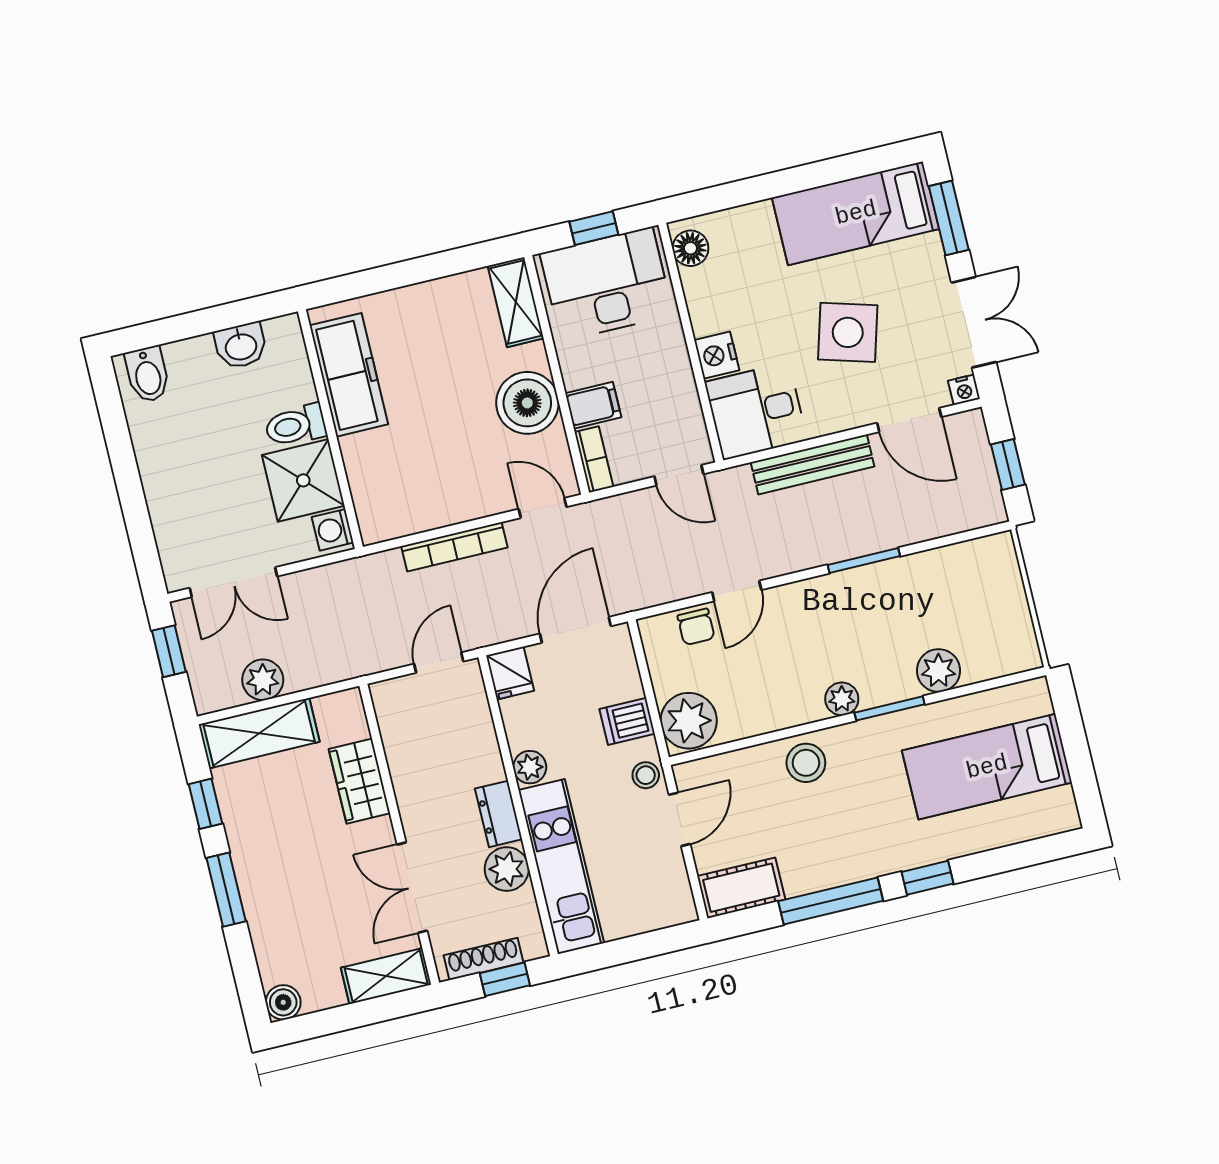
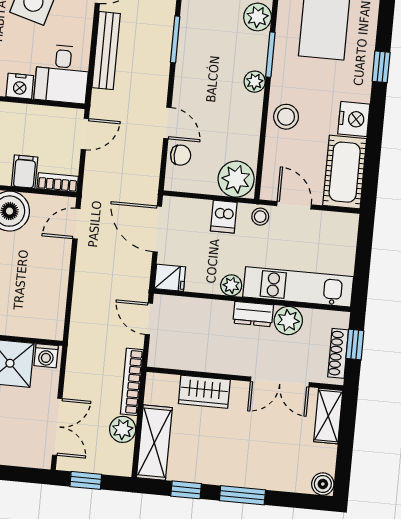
bookcase: (454, 547) -> (132, 382), moved, turned 180
nightstand: (837, 864) -> (354, 119), added
cot: (741, 888) -> (345, 172), width x1.37, depth x1.34
window: (831, 901) -> (375, 130), removed

